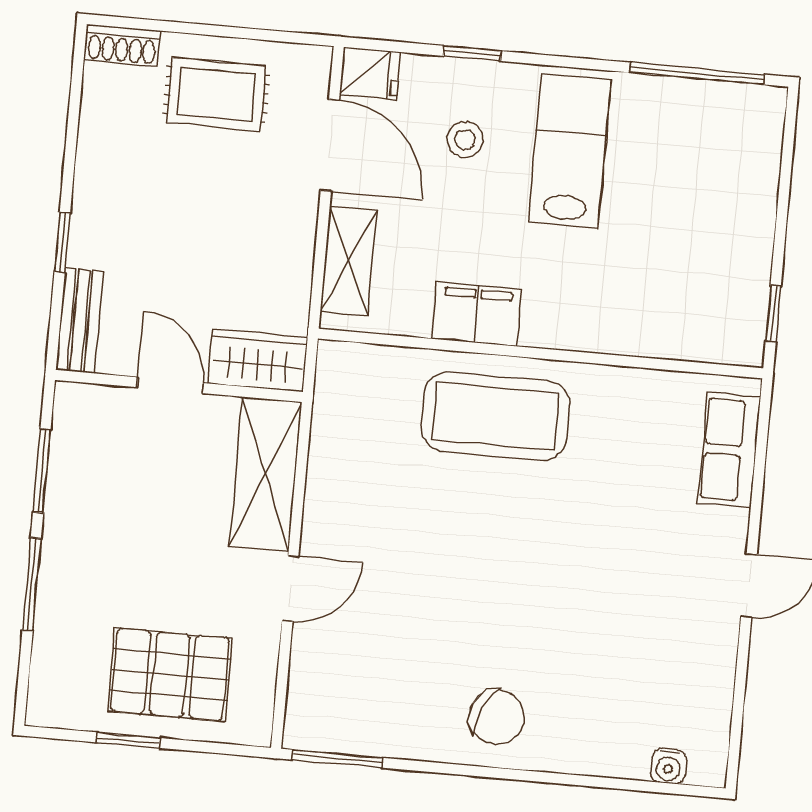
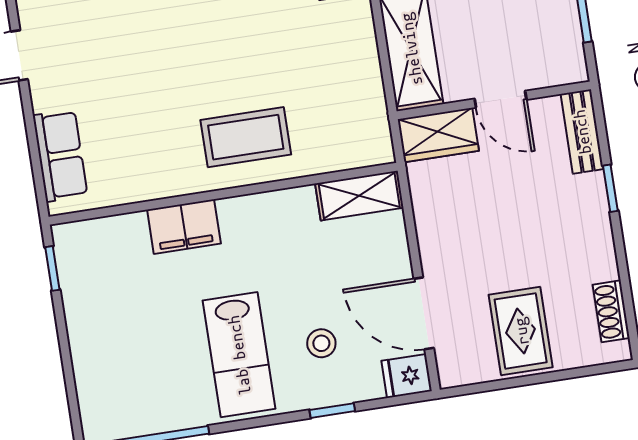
shoe rack: (122, 45) -> (611, 311), moved, turned -90
rug: (216, 94) -> (521, 331), turned 90
shelving: (349, 261) -> (359, 196), moved, turned 90
filing cabinet: (477, 314) -> (184, 227), moved
coffee table: (495, 416) -> (246, 137), width x0.73, depth x0.76

